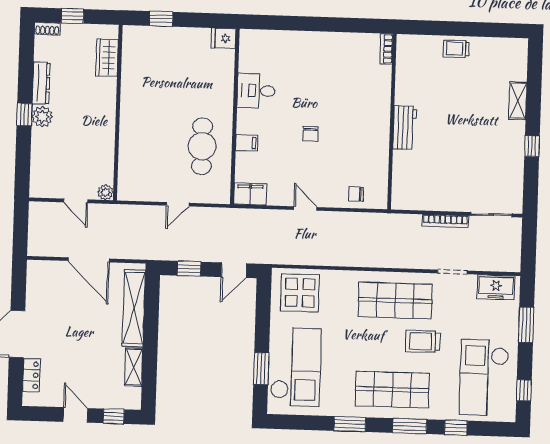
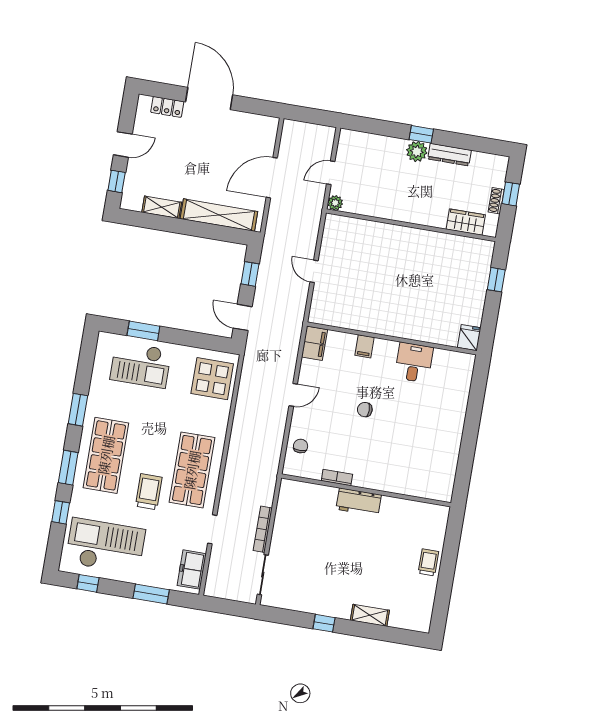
shoe rack: (47, 29) -> (496, 201), moved
bookcase: (386, 49) -> (337, 478), moved
cafe table: (202, 146) -> (367, 303), removed
checkout: (296, 367) -> (141, 365), width x0.73, depth x0.83

